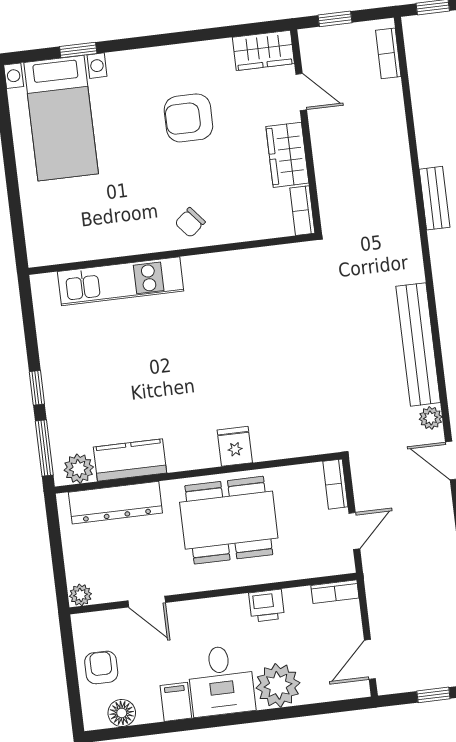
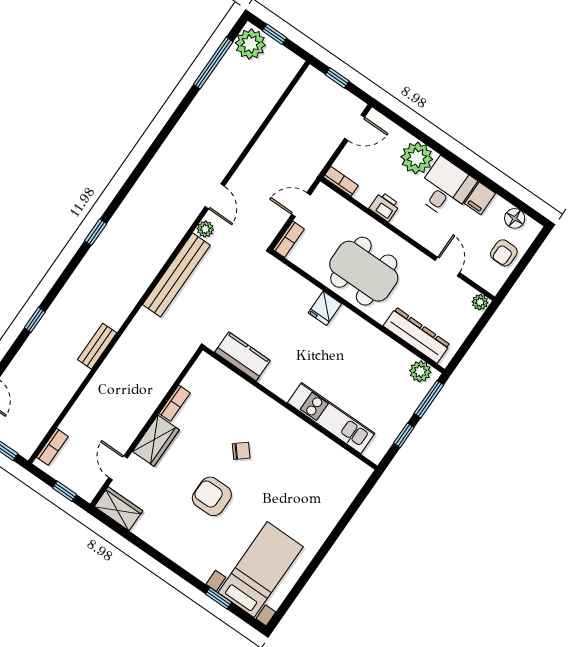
armchair: (188, 118) -> (212, 496), moved, turned 180
wall: (172, 254) -> (290, 408), moved
kitchen unit: (121, 281) -> (331, 418), moved
kitchen counter: (130, 460) -> (242, 356), moved, turned 180

